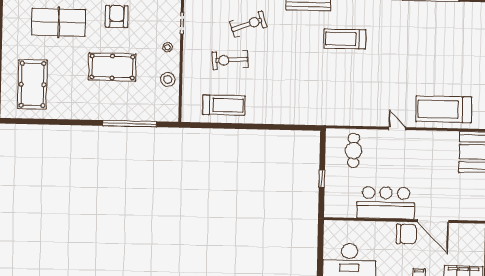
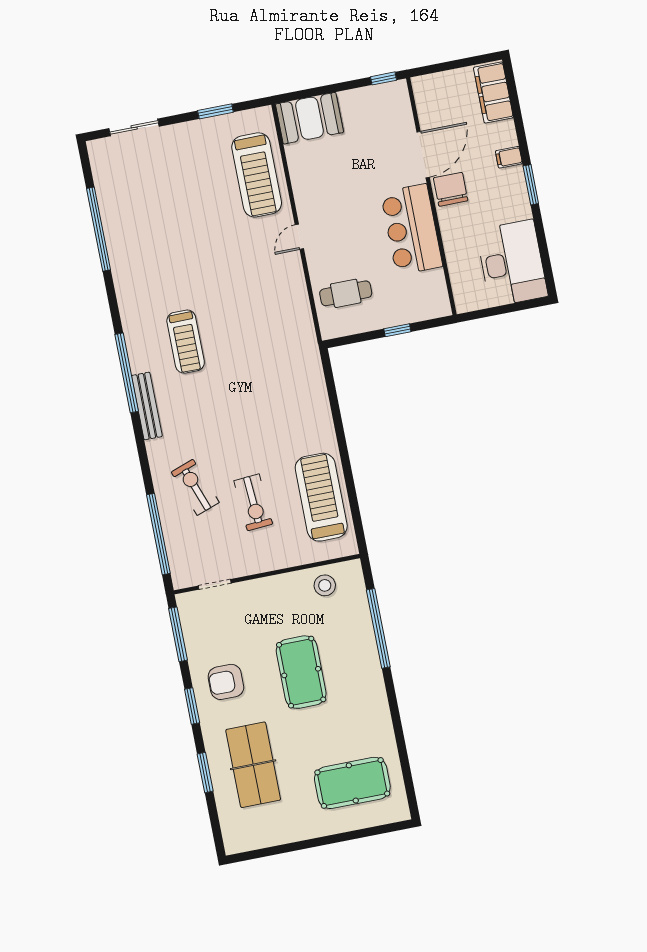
stool: (168, 47) -> (255, 598), removed
stool: (168, 79) -> (325, 585), moved
treadmill: (224, 105) -> (321, 497), width x1.37, depth x1.38

